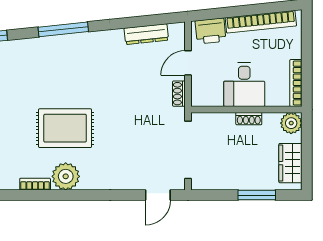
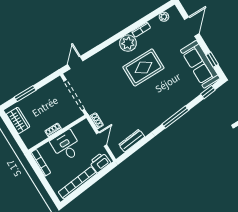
plant: (291, 123) -> (30, 141), removed

